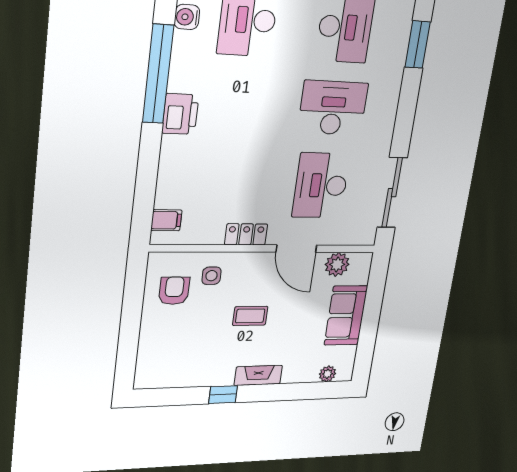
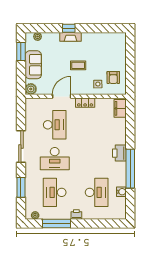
sliding door: (392, 193) -> (21, 147), moved
filing cabinet: (166, 220) -> (120, 108), width x2.00
door: (296, 249) -> (62, 96), hinge flipped
plant: (337, 264) -> (31, 89), moved
window: (366, 342) -> (21, 52), added
window: (223, 395) -> (69, 28), moved

